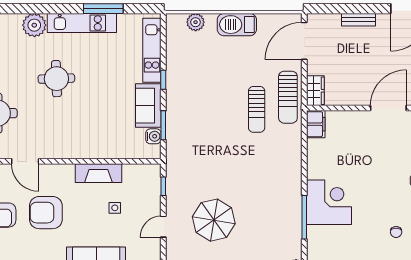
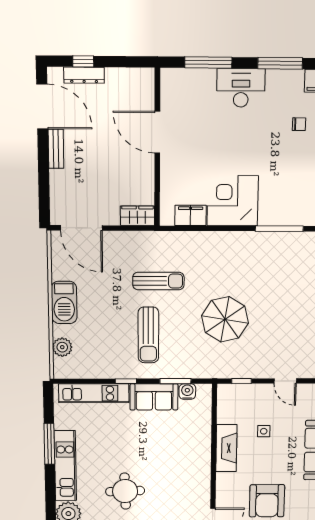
bench: (359, 20) -> (56, 149), moved
sun lounger: (288, 97) -> (148, 335), moved, turned 90
filing cabinet: (316, 124) -> (191, 215), moved
corner desk: (329, 202) -> (233, 201), moved
parasol: (214, 220) -> (225, 319), moved

